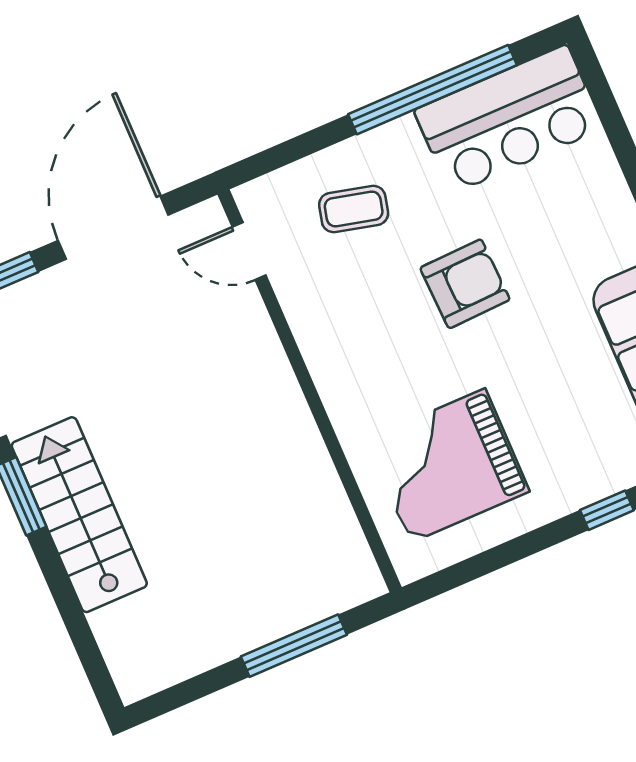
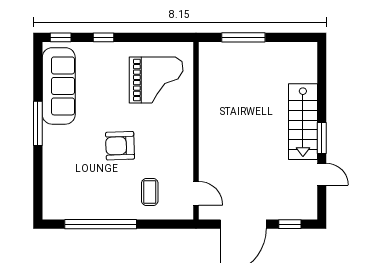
bar counter: (509, 119) -> (77, 201), removed
coffee table: (354, 209) -> (150, 192), turned 76

